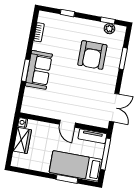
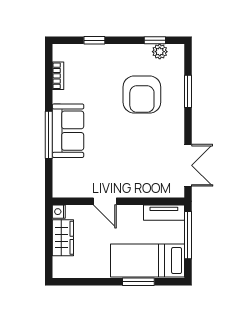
window: (26, 70) -> (49, 135), width x1.44
door: (67, 124) -> (105, 201), moved

